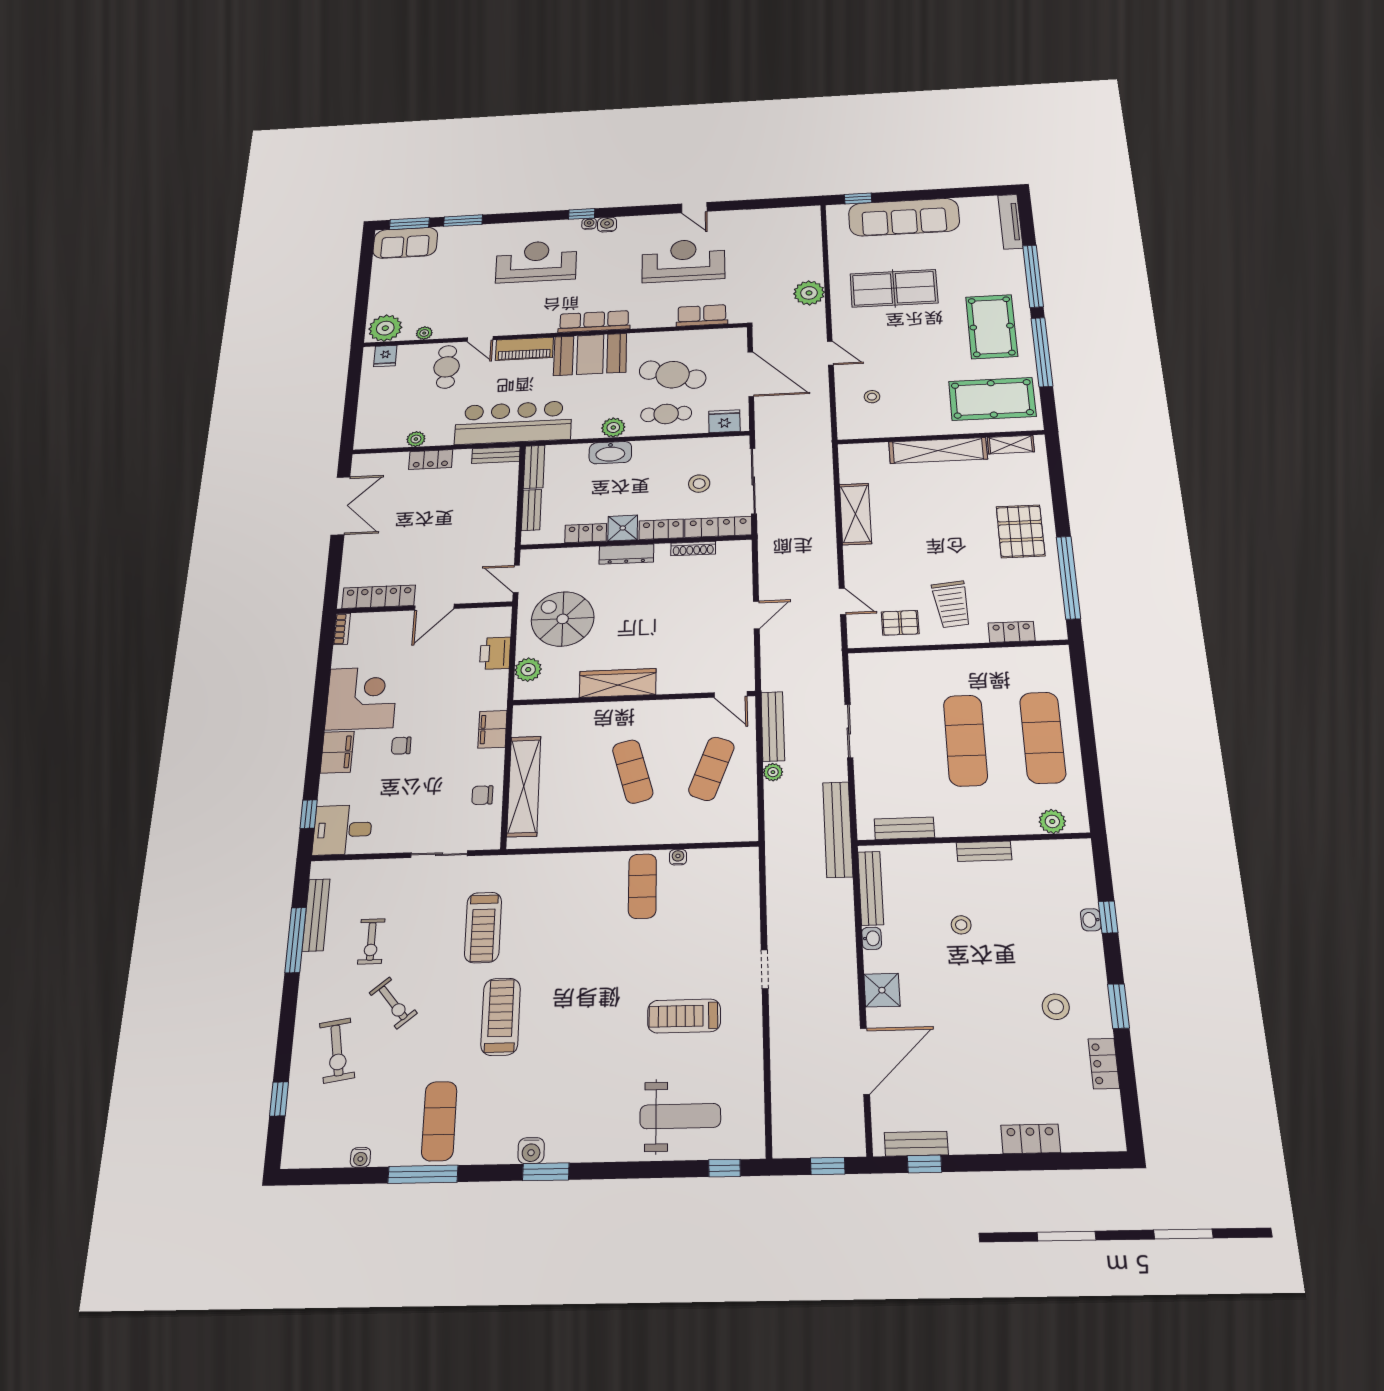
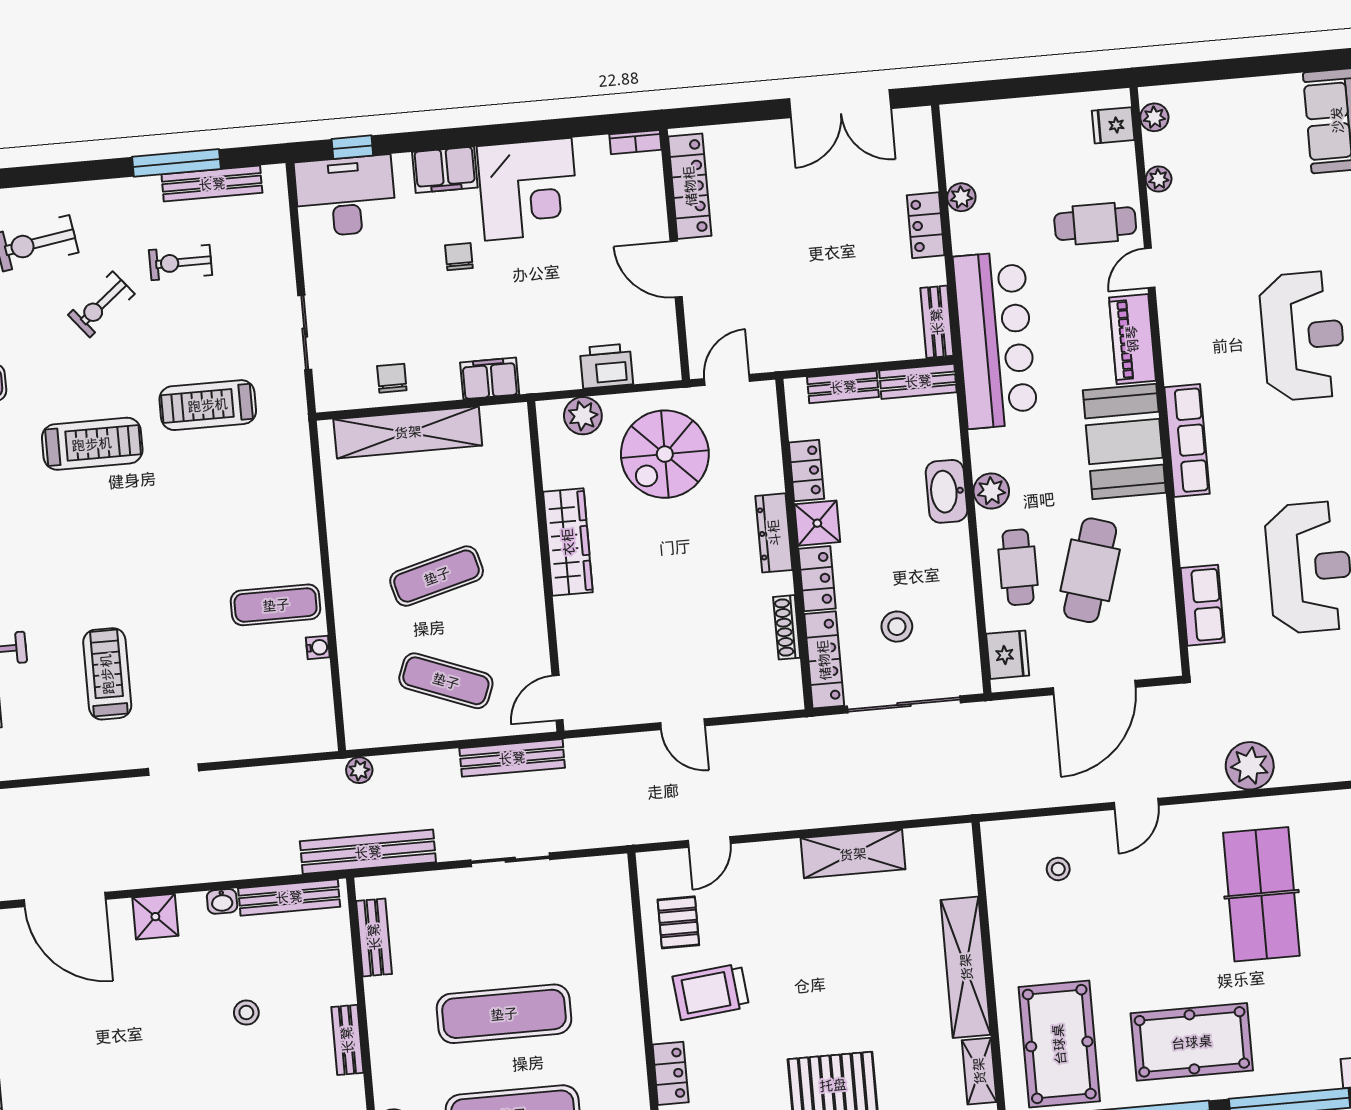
plant: (385, 328) -> (1154, 117), width x0.53, depth x0.53
spiral stairs: (563, 619) -> (665, 454), turned 180
plant: (773, 772) -> (359, 770), moved
desk: (342, 830) -> (345, 196), width x1.37

